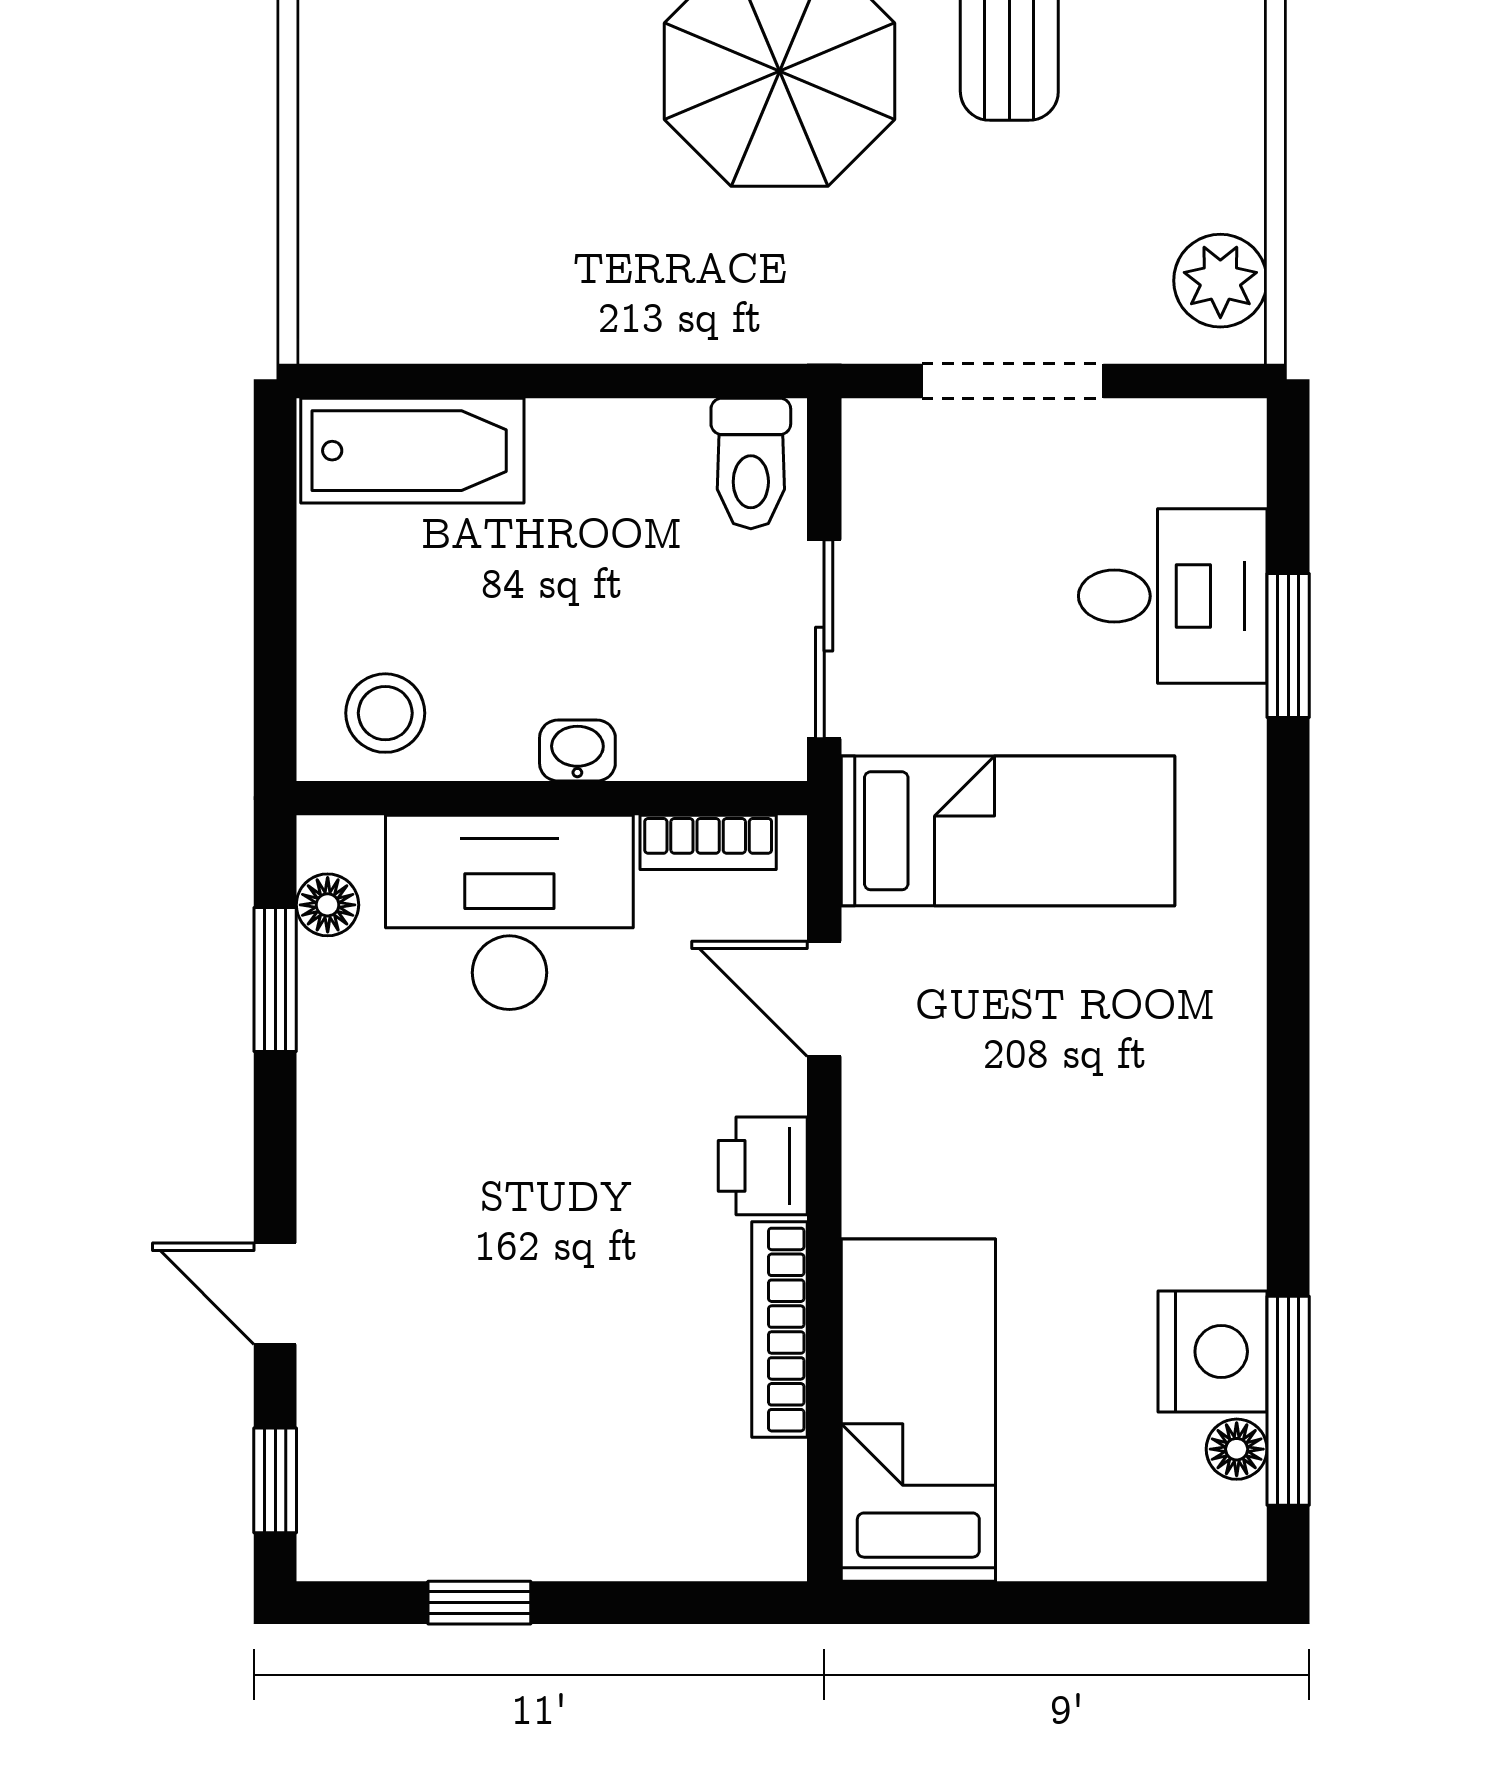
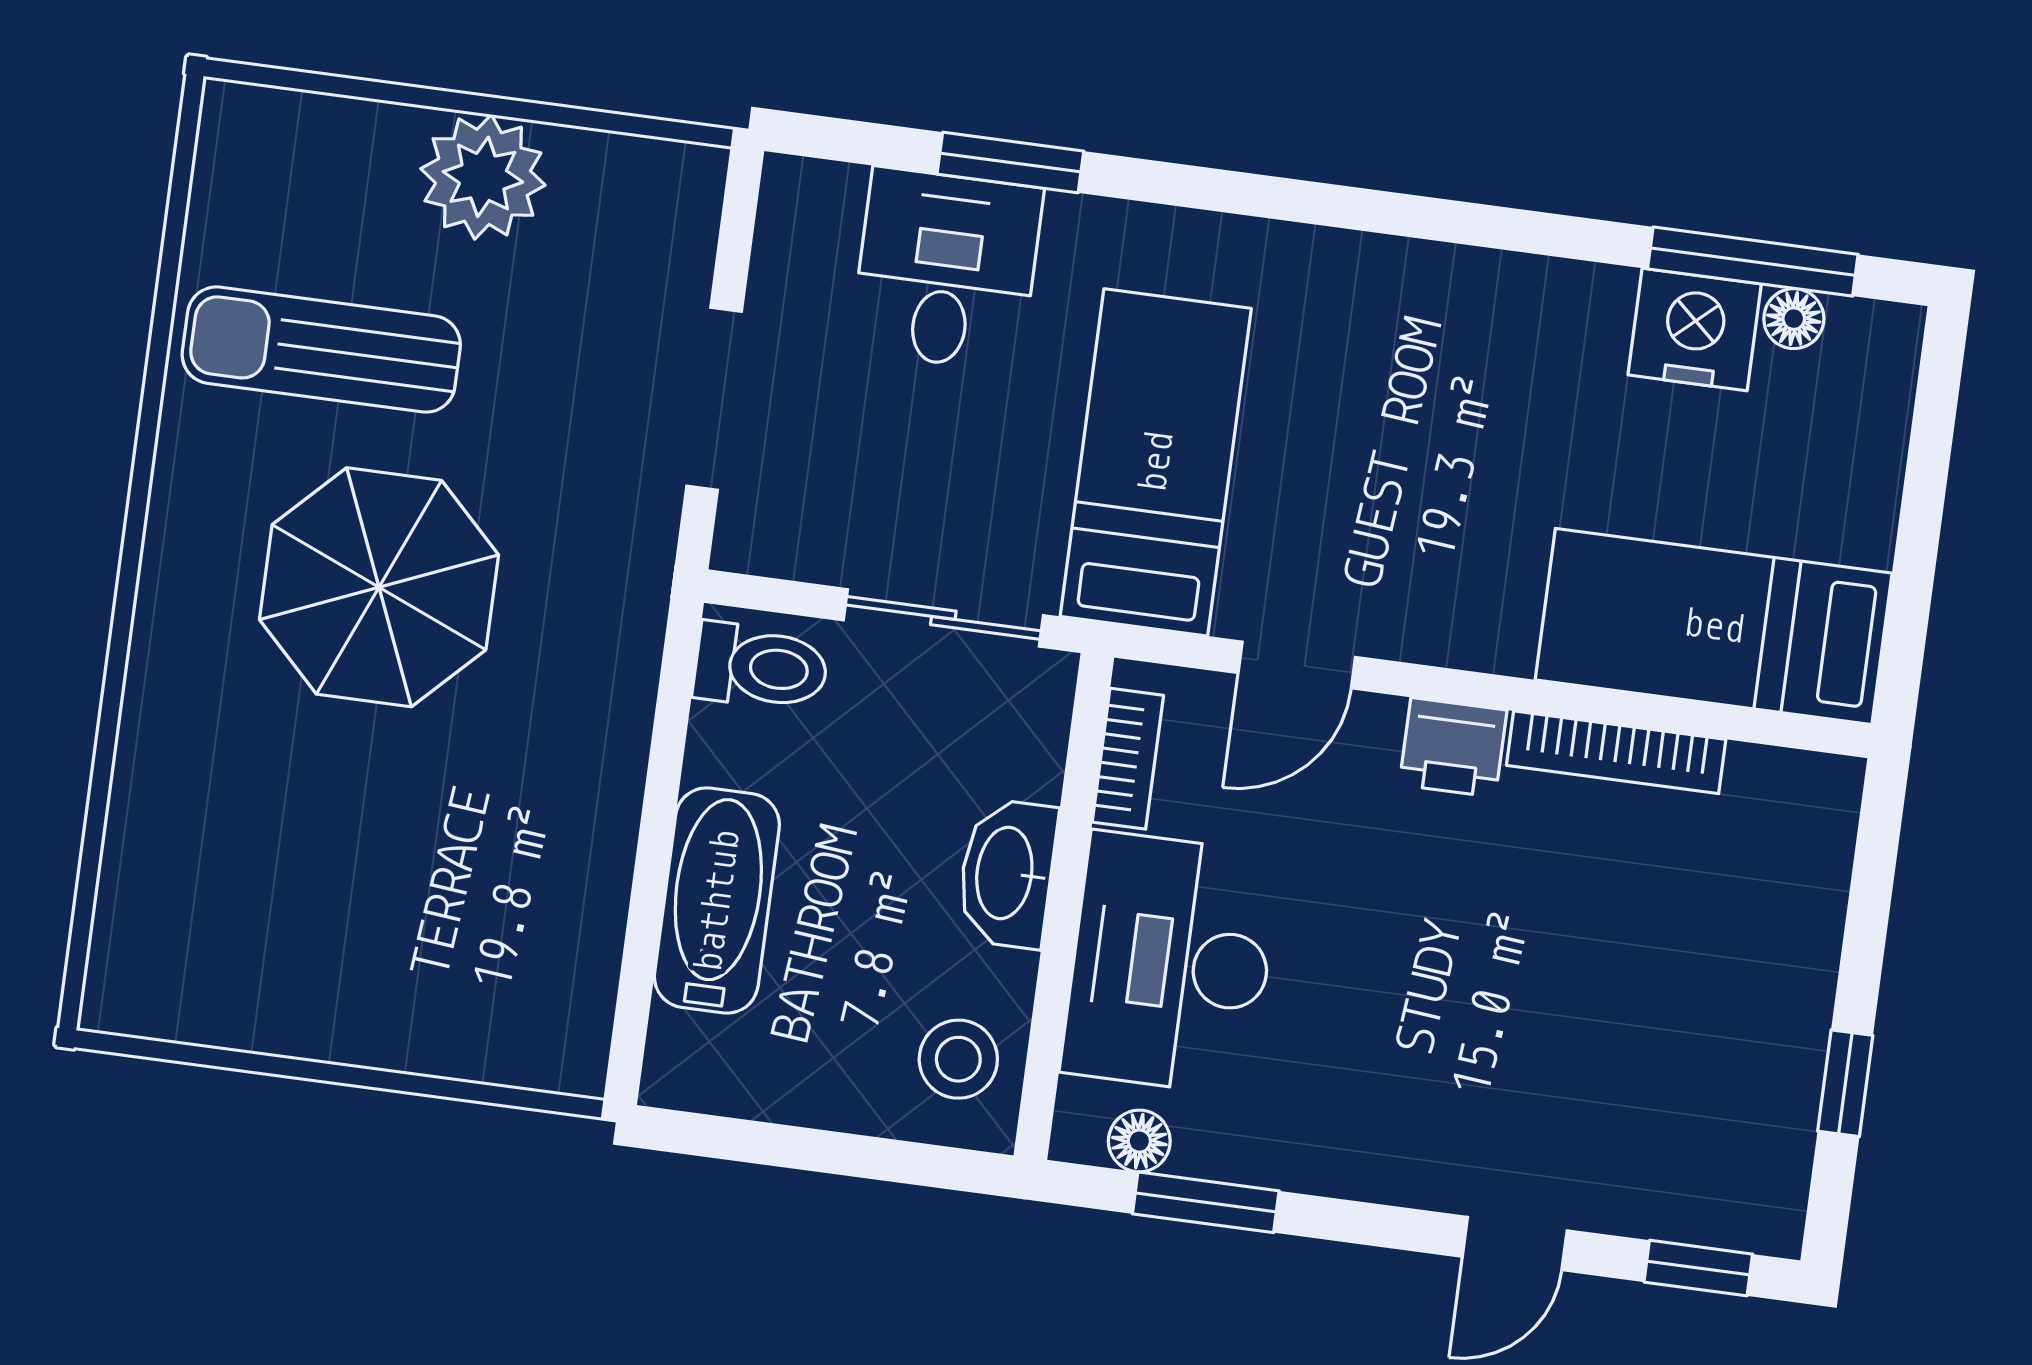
plant: (1220, 281) -> (483, 177), moved, width x1.36, depth x1.36
bathtub: (412, 451) -> (717, 901), moved
washbasin: (577, 751) -> (1007, 873), width x1.91, depth x1.45

